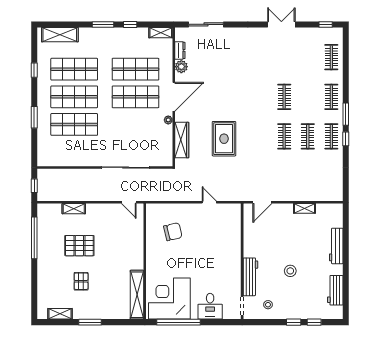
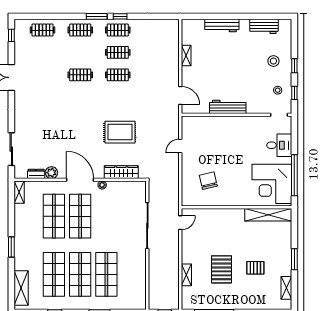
window: (130, 24) -> (11, 221), removed
stool: (290, 271) -> (273, 61), moved
workbench: (250, 277) -> (228, 107), moved
window: (314, 322) -> (294, 93), moved

